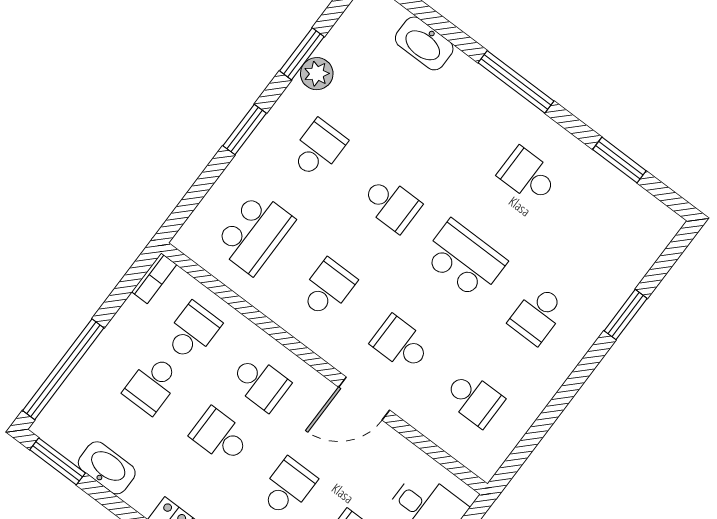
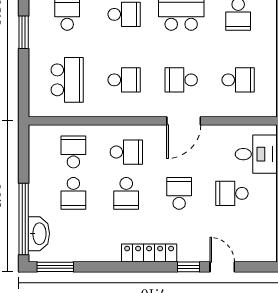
bookcase: (154, 278) -> (34, 140), removed
school desk: (328, 288) -> (124, 80), turned 90
school desk: (220, 436) -> (126, 193), turned -90
washbasin: (107, 468) -> (39, 234), moved, turned 90

